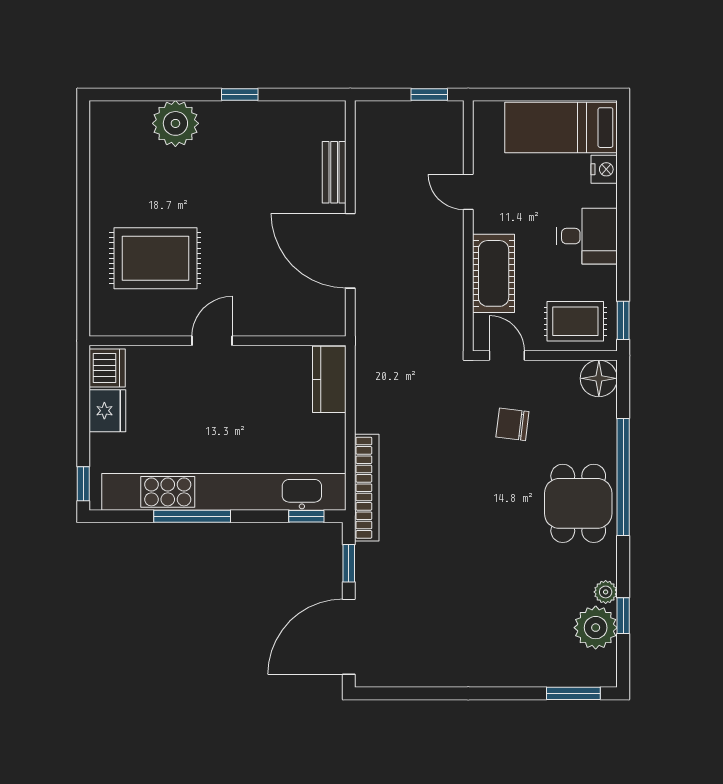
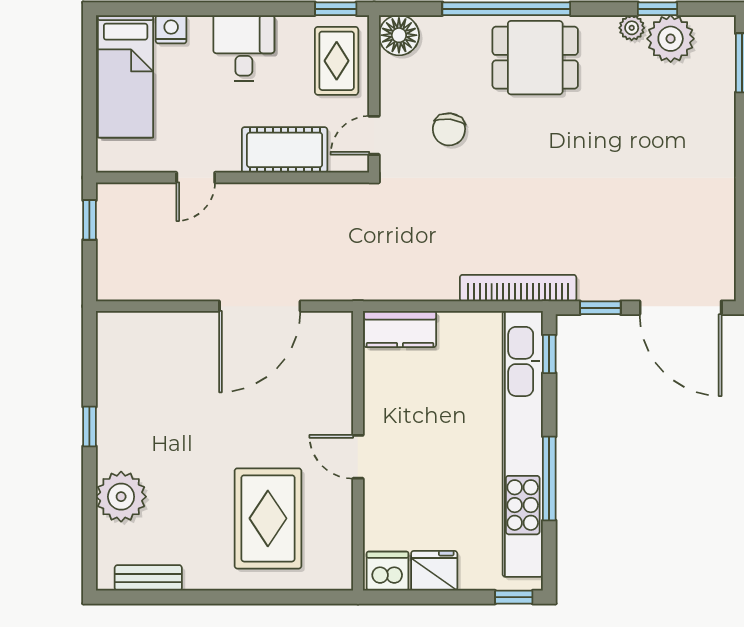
bench: (334, 172) -> (148, 578), moved

